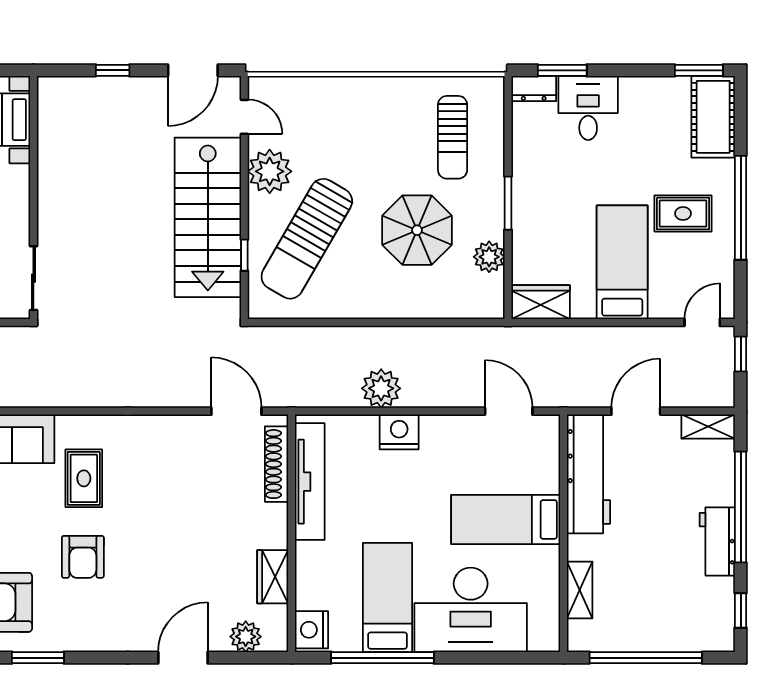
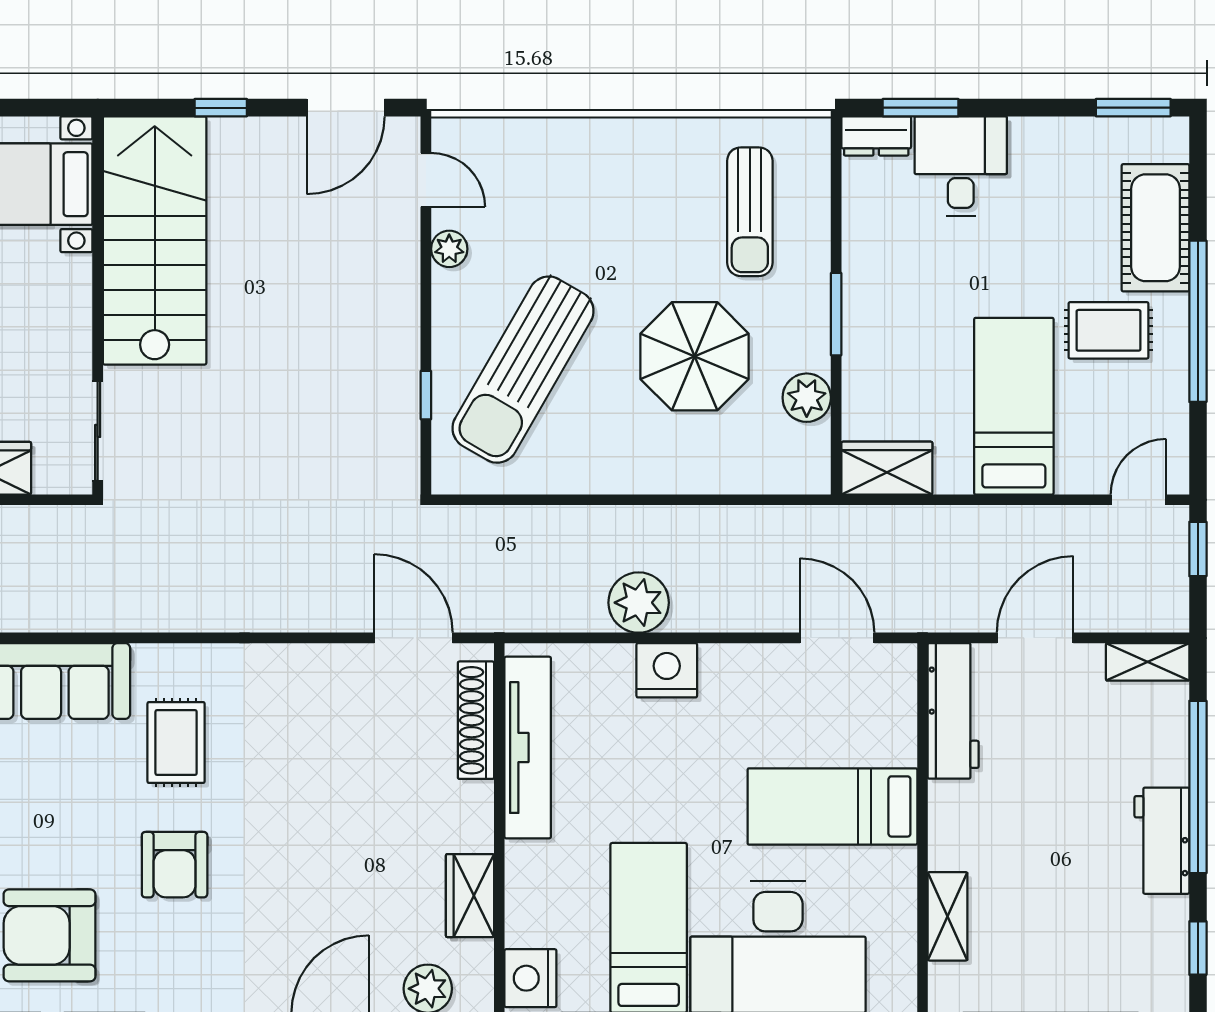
cot: (713, 117) -> (1155, 228), moved
plant: (270, 171) -> (449, 249), width x0.53, depth x0.53
stairs: (208, 217) -> (155, 240), moved, turned 180
workbench: (588, 474) -> (953, 711), width x0.73, depth x0.76

